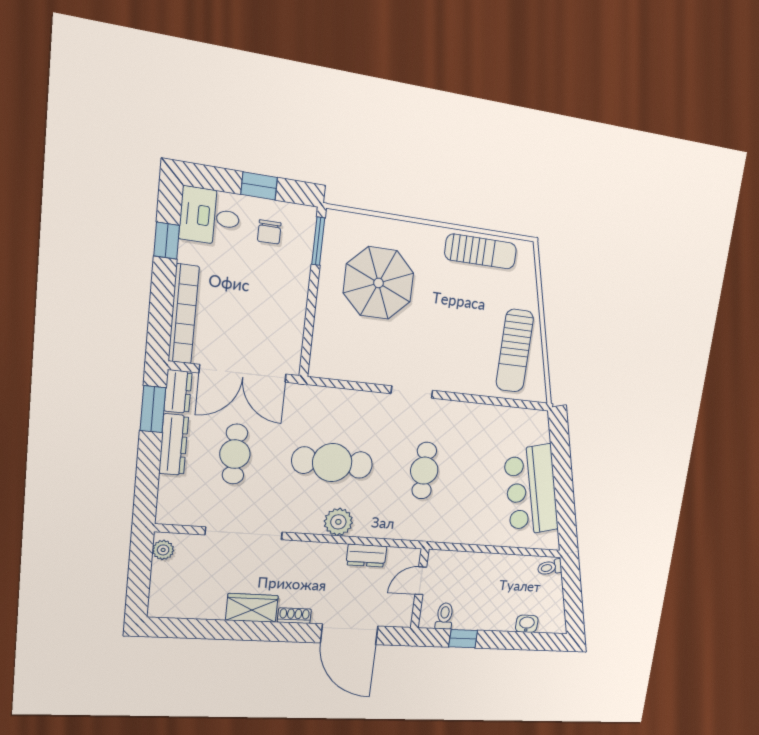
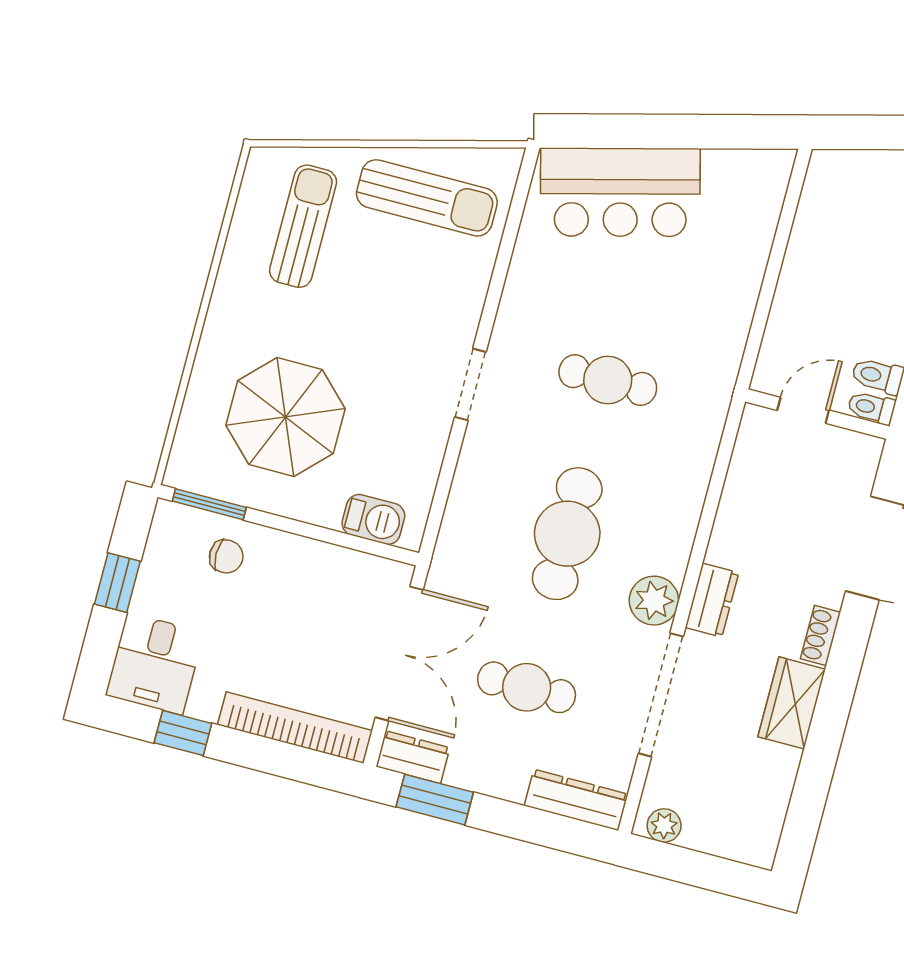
chair: (269, 232) -> (226, 556), moved
sun lounger: (481, 251) -> (303, 226), moved
barbecue: (324, 346) -> (373, 519), added
dresser: (174, 445) -> (576, 800), moved
bar counter: (531, 491) -> (620, 192), moved
plant: (338, 522) -> (654, 601), moved
dresser: (366, 556) -> (712, 600), moved
toilet: (550, 567) -> (871, 408), moved, turned 105
door: (421, 581) -> (803, 410), swing flipped

